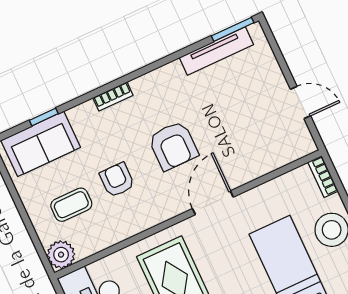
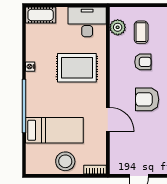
door: (213, 203) -> (108, 119), moved
plant: (61, 255) -> (118, 27), moved

